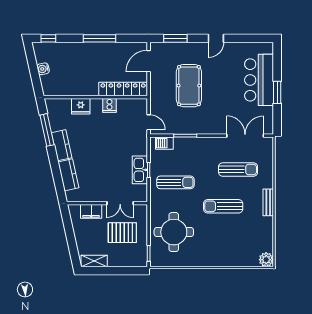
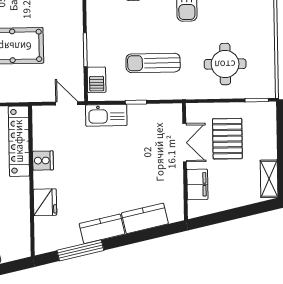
door: (149, 122) -> (67, 103), hinge flipped
kitchen sink: (140, 170) -> (106, 115), moved
sun lounger: (175, 182) -> (153, 63), turned -90
round table: (174, 232) -> (225, 64), width x0.73, depth x0.73

